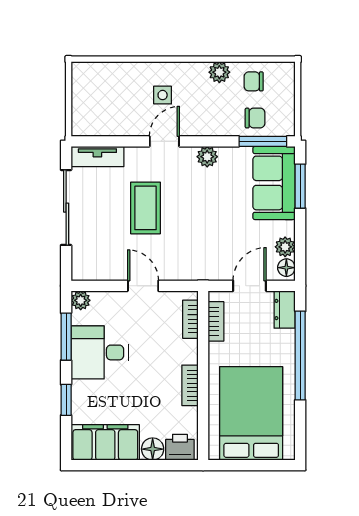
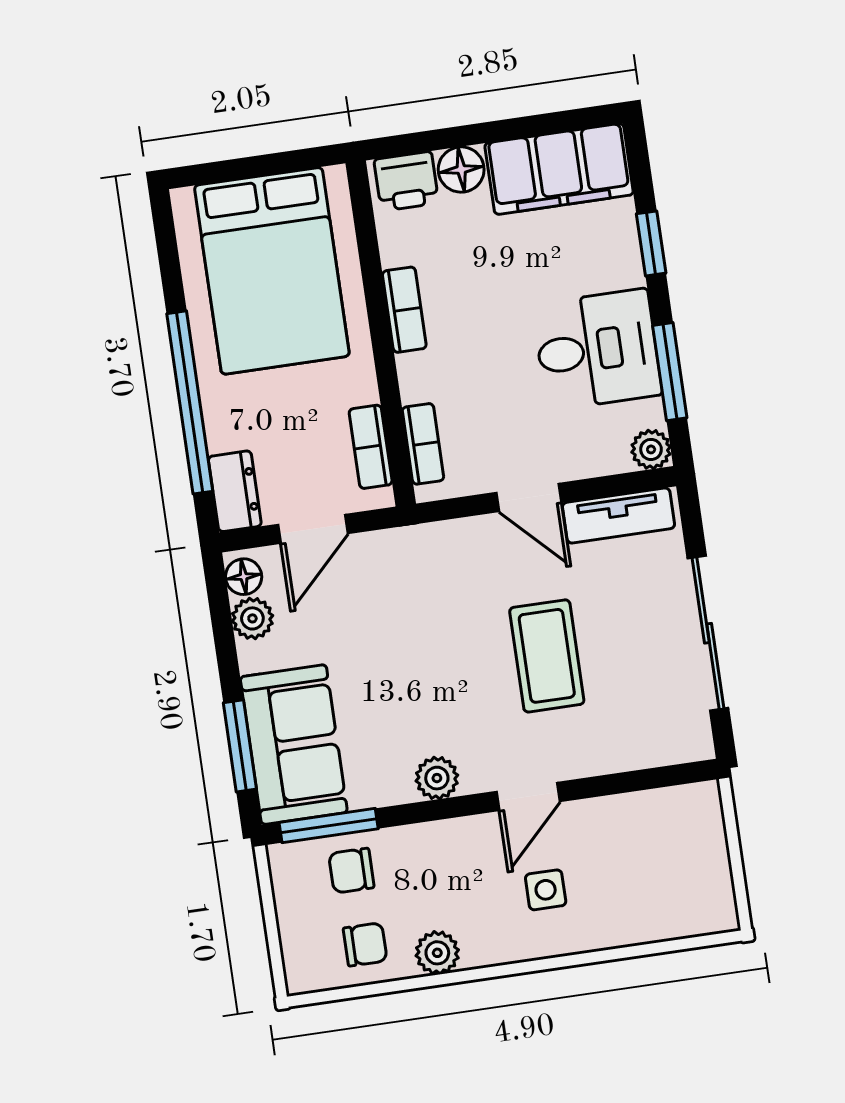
tv unit: (97, 156) -> (619, 516), moved, turned 180

